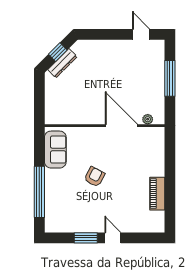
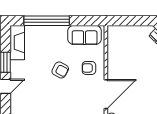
armchair: (92, 145) -> (89, 68), added
fireplace: (64, 225) -> (17, 43), added

